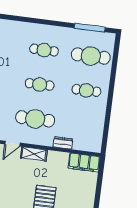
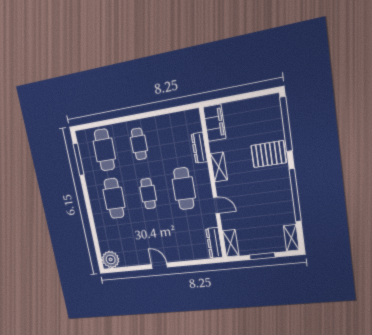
cafe table: (44, 50) -> (114, 198), width x1.37, depth x1.35
dresser: (63, 143) -> (199, 148), width x1.44
shelving: (34, 154) -> (219, 167), moved

